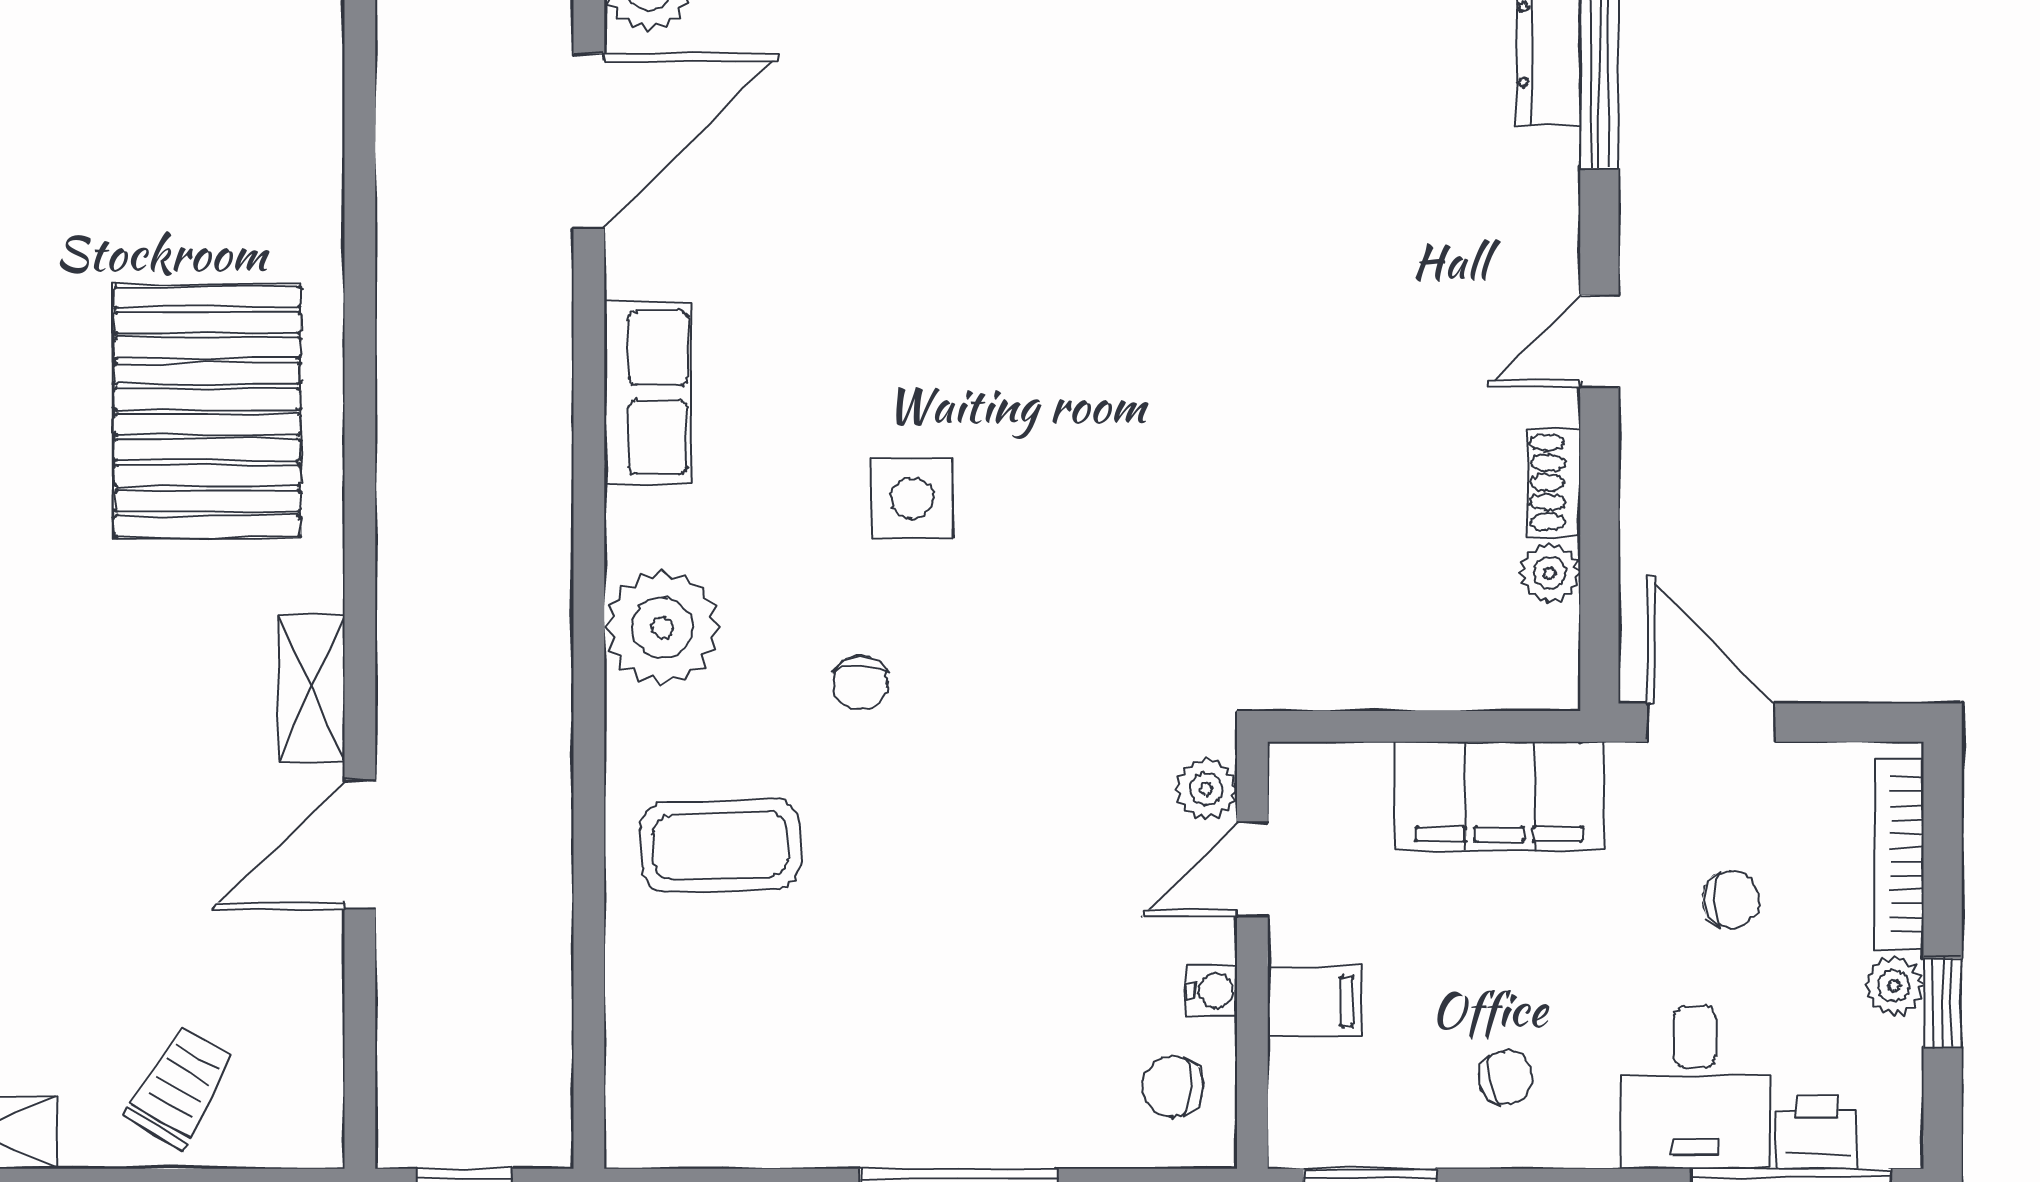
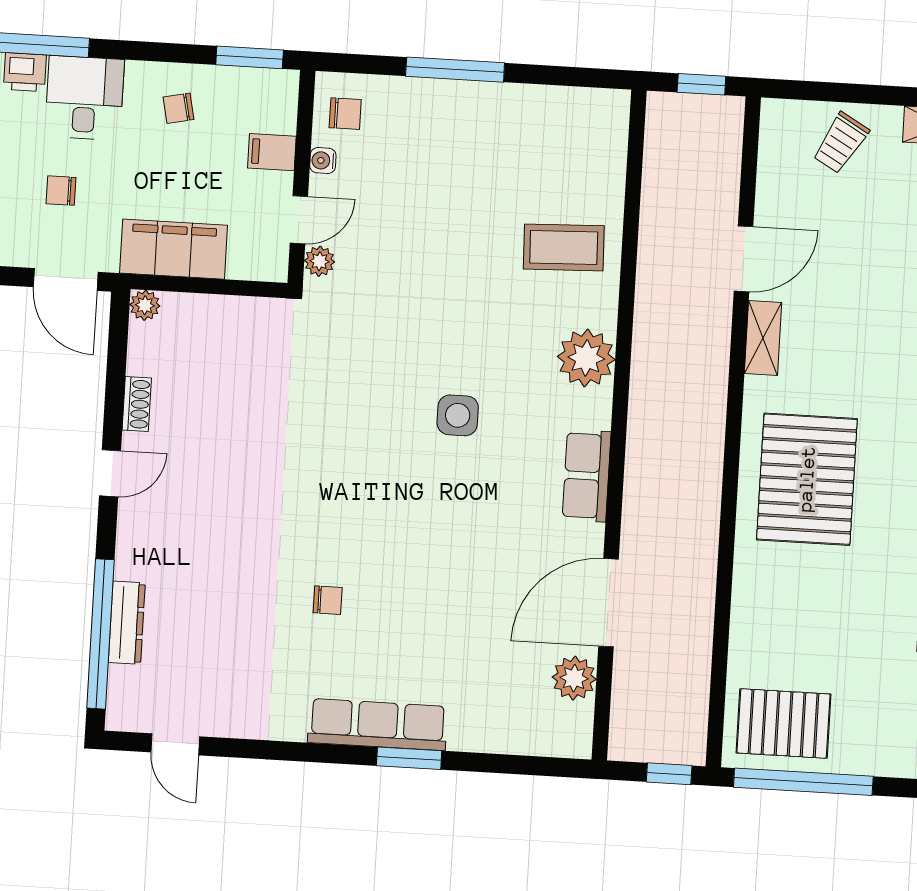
plant: (1550, 573) -> (145, 305), moved
chair: (861, 683) -> (328, 600), moved, turned 90

